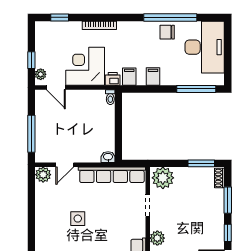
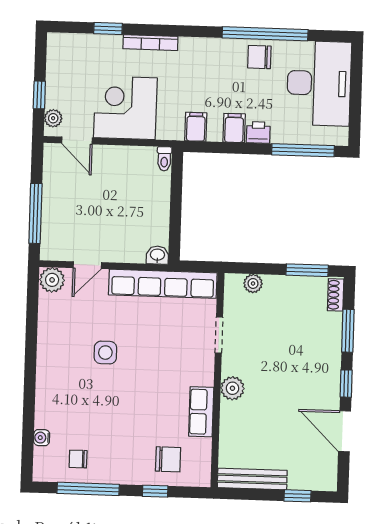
window: (60, 17) -> (108, 29), moved
printer: (113, 79) -> (258, 132), moved
plant: (163, 178) -> (253, 283), width x0.53, depth x0.53

